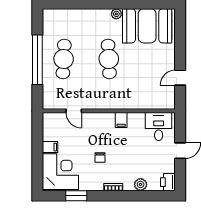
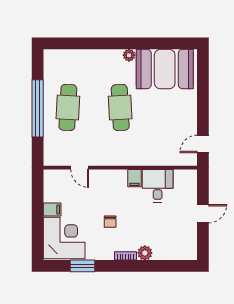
door: (180, 78) -> (203, 144), moved
desk: (159, 126) -> (158, 186), moved
printer: (168, 182) -> (189, 250), removed
plant: (141, 184) -> (145, 253), moved

